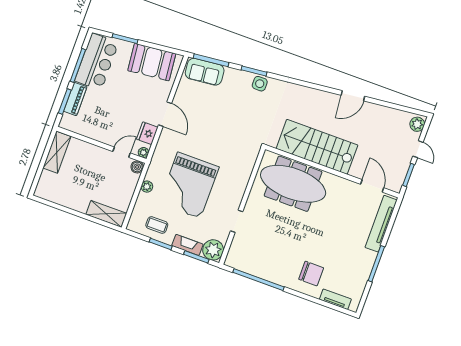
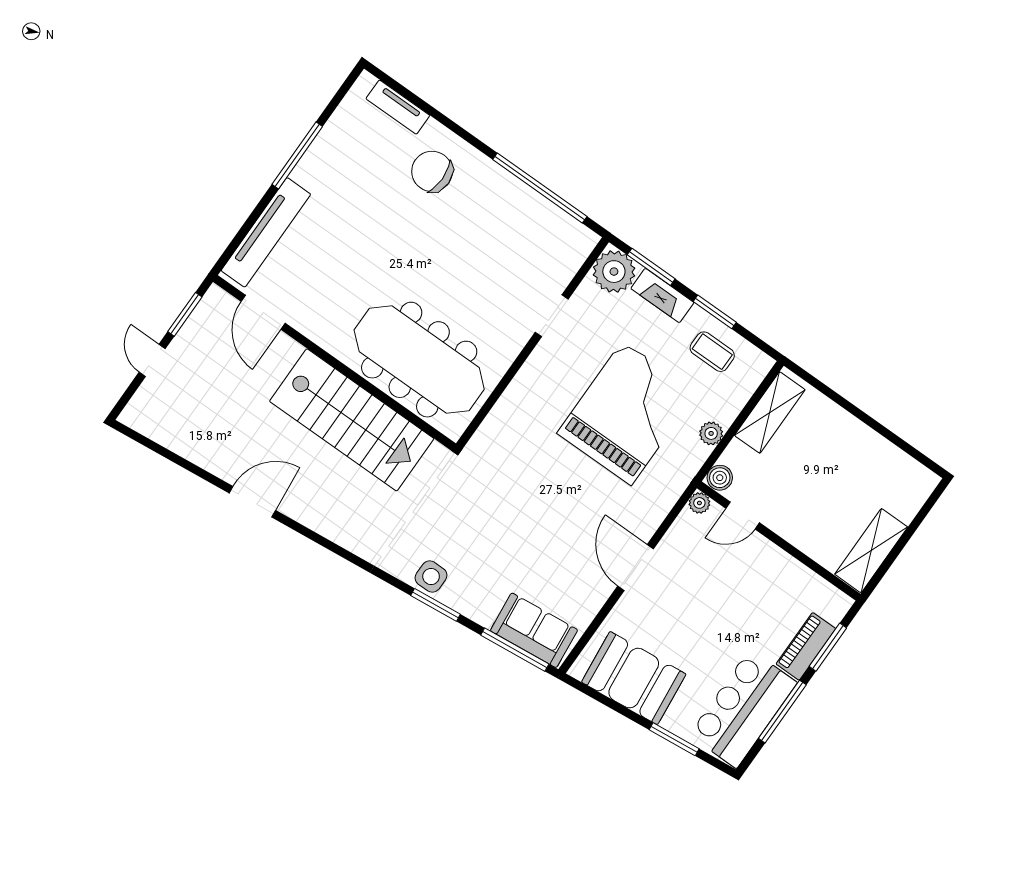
plant: (417, 124) -> (140, 410), removed
fridge: (147, 133) -> (681, 539), removed
shelving: (106, 214) -> (770, 413), moved, turned 90

